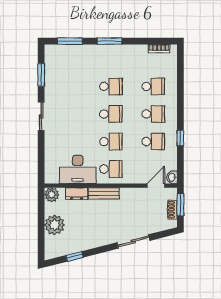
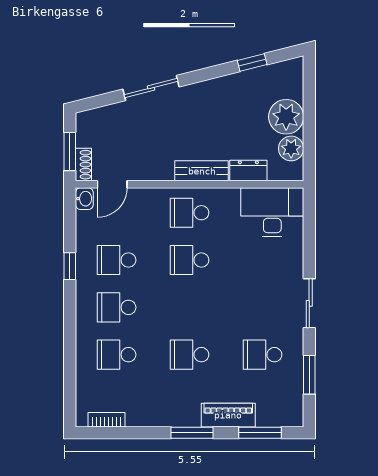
piano: (88, 51) -> (228, 415), added
school desk: (111, 114) -> (262, 355), moved
desk: (78, 169) -> (272, 212), moved
plant: (52, 195) -> (291, 148), moved
shoe rack: (173, 210) -> (83, 165), moved

